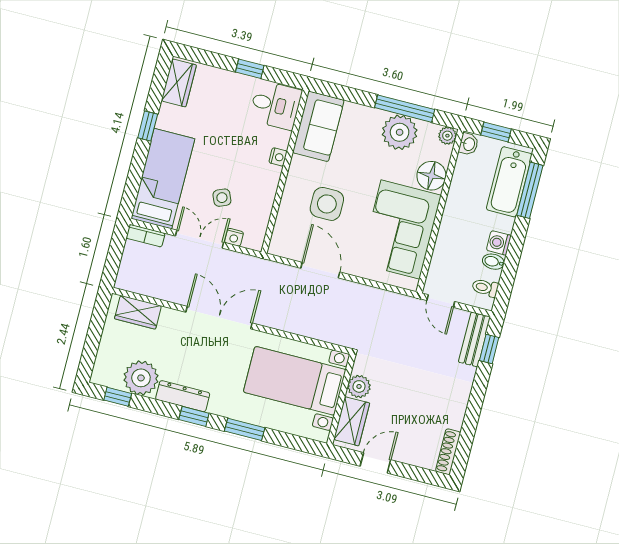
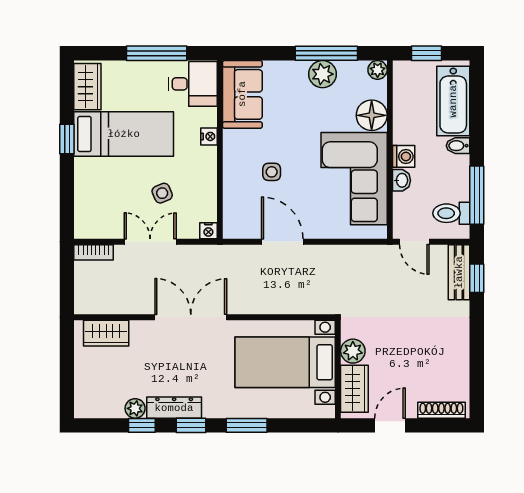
window: (250, 69) -> (157, 53), width x2.17
plant: (400, 132) -> (322, 74), width x0.73, depth x0.73
washbasin: (469, 144) -> (402, 180), moved
bed: (163, 179) -> (124, 134), moved, turned 90
window: (530, 190) -> (477, 195), moved
side table: (327, 204) -> (272, 172), width x0.54, depth x0.54
nightstand: (234, 237) -> (208, 231), moved
washing machine: (499, 243) -> (404, 156), moved, turned 180
bidet: (493, 262) -> (458, 146), moved
toilet: (485, 288) -> (451, 213), width x1.37, depth x1.39
plant: (141, 378) -> (135, 408), width x0.53, depth x0.53
window: (118, 397) -> (142, 425), moved
shoe rack: (448, 452) -> (441, 410), moved, turned 90

